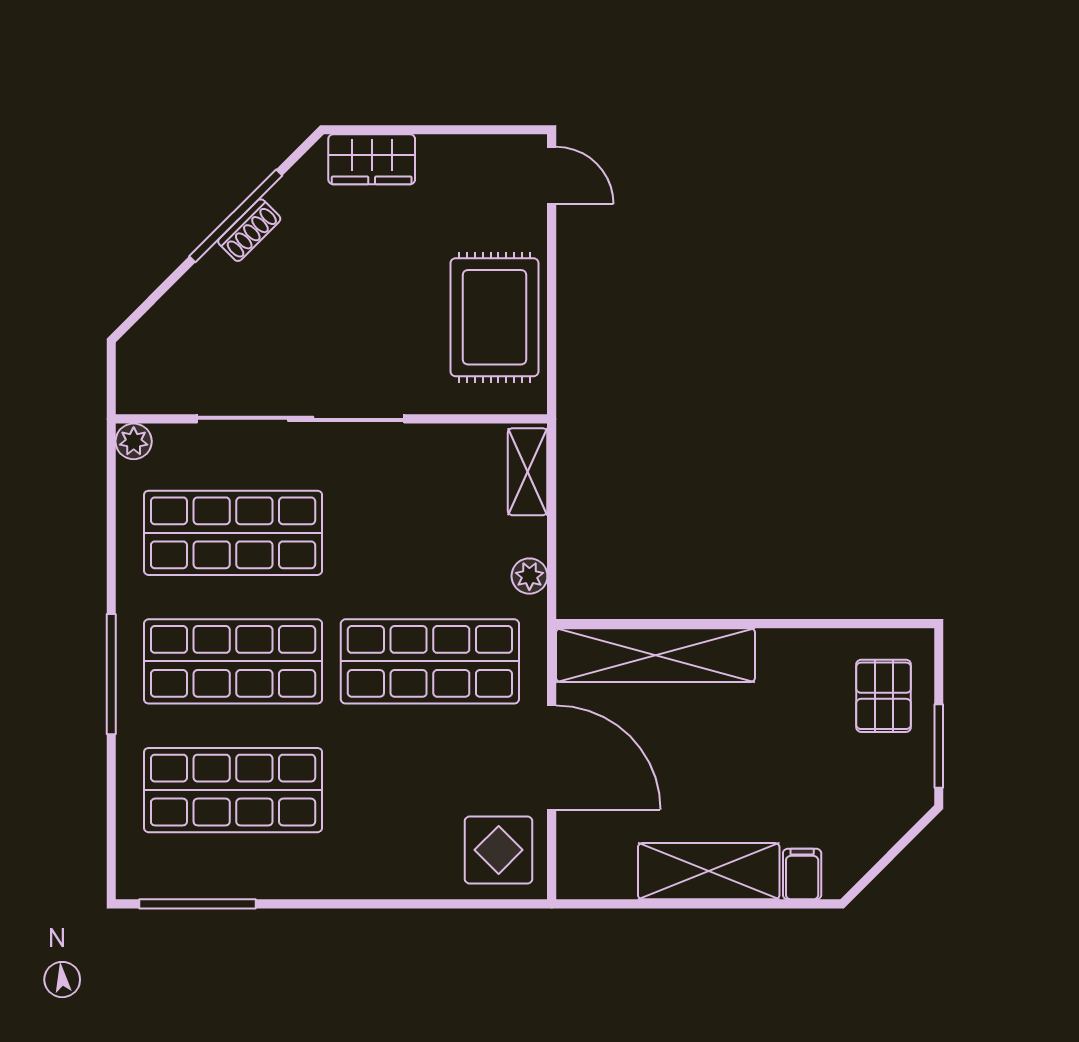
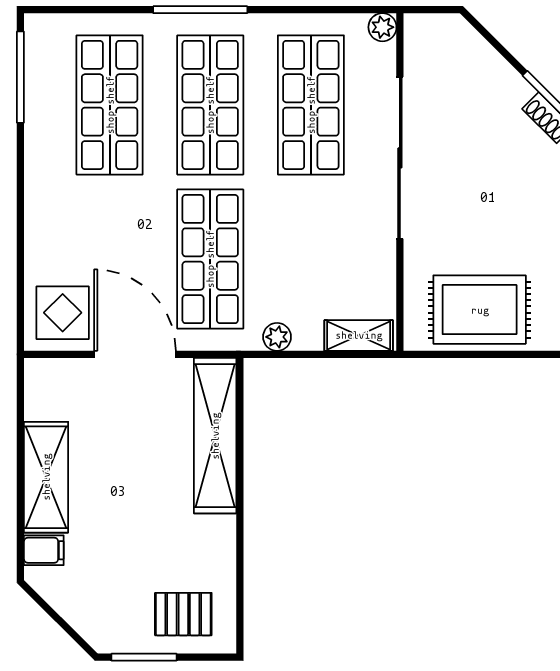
door: (552, 758) -> (135, 354), swing flipped

